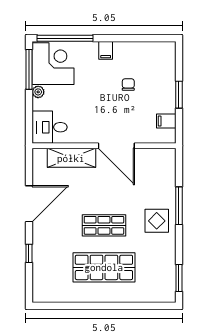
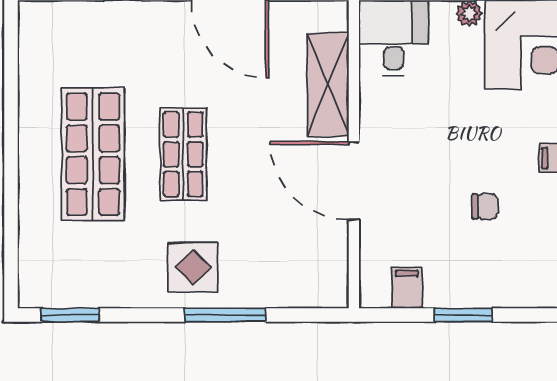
door: (116, 146) -> (354, 181), hinge flipped

